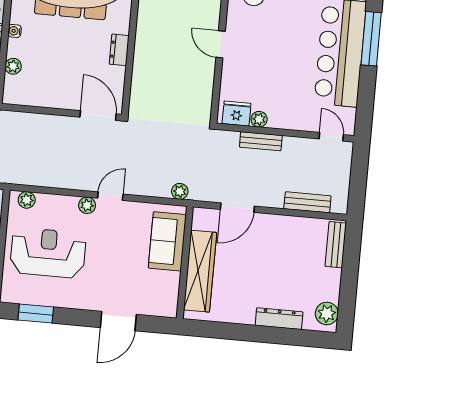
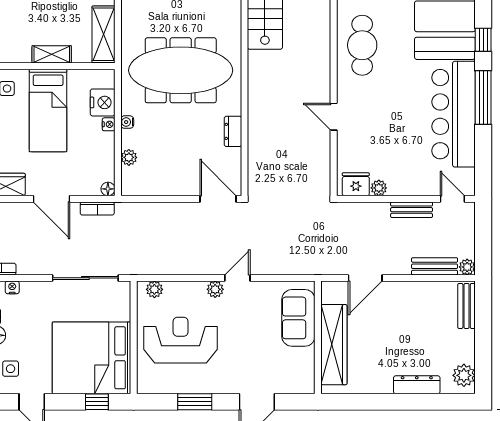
bench: (261, 141) -> (412, 210), moved
plant: (180, 191) -> (467, 267), moved
window: (36, 314) -> (195, 402), moved

